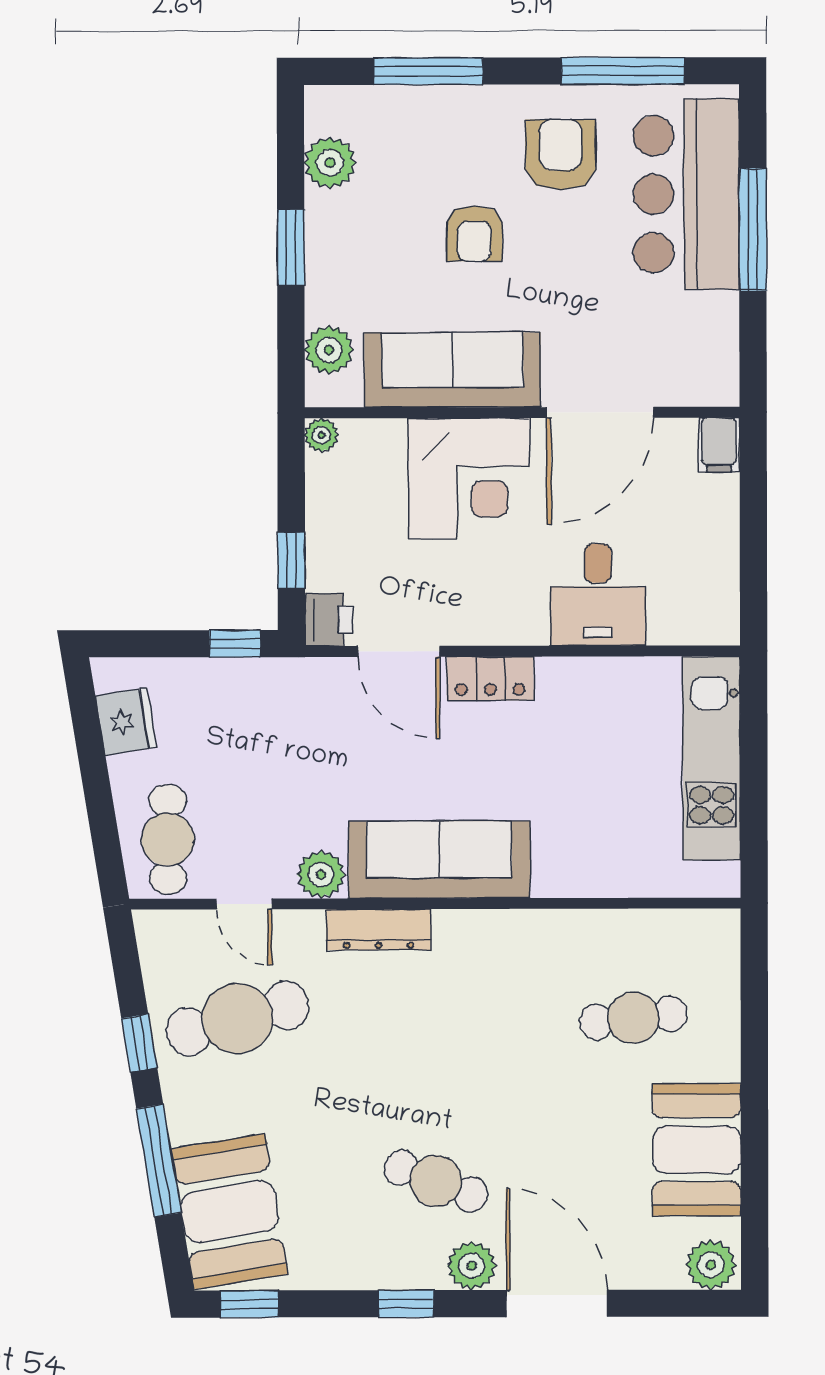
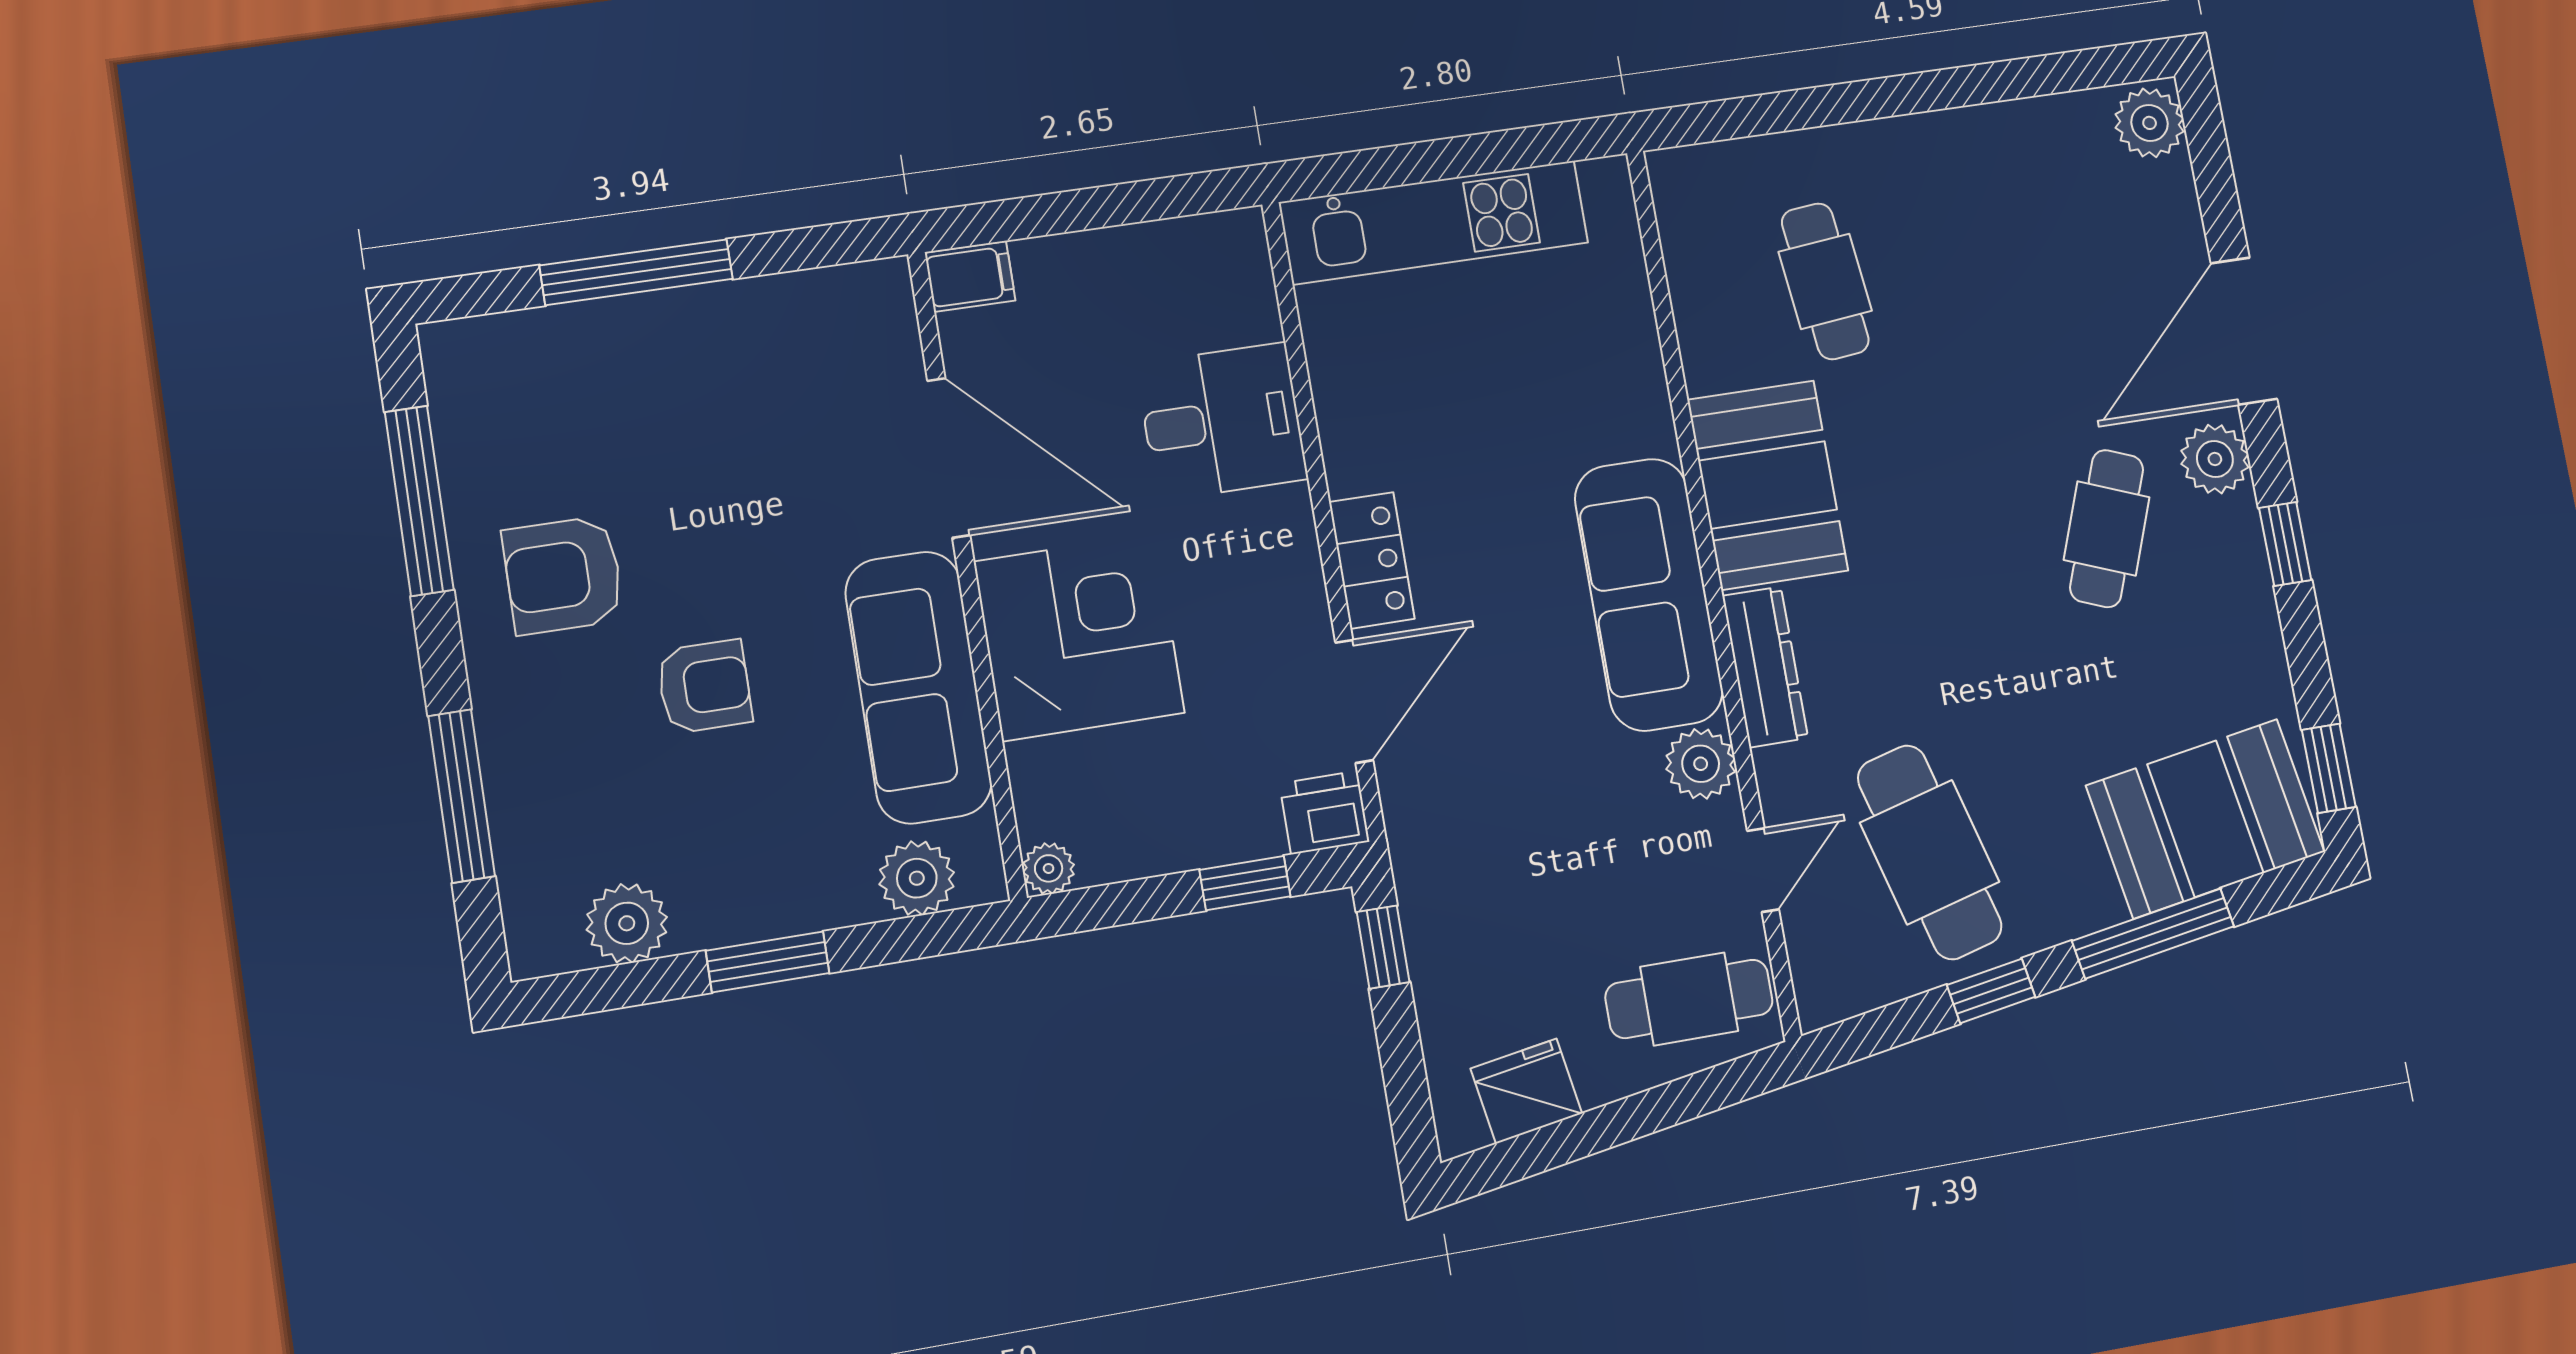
bar counter: (686, 194) -> (597, 378), removed
booth: (697, 1150) -> (1768, 485), moved, turned 90

